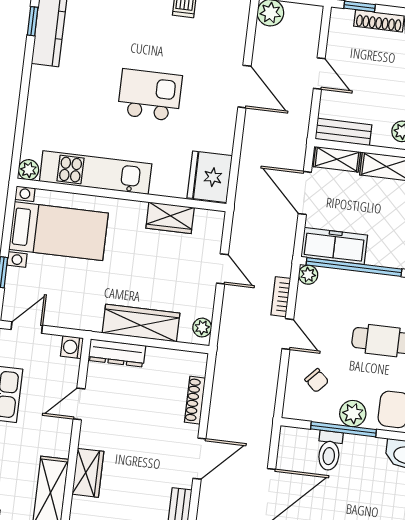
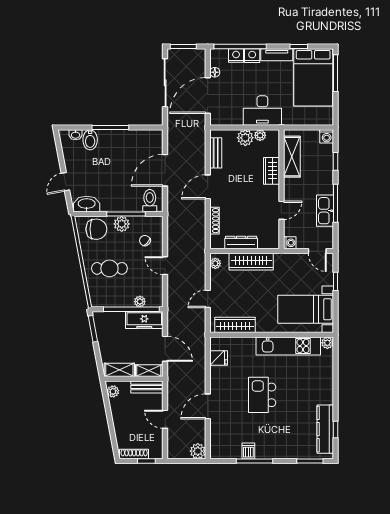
door: (244, 87) -> (208, 406), hinge flipped
kitchen island: (150, 95) -> (262, 395), turned 90
fridge: (210, 177) -> (219, 358), width x0.53, depth x0.75
wardrobe: (170, 218) -> (235, 325), width x1.50
door: (222, 269) -> (208, 299), hinge flipped
plant: (308, 275) -> (140, 302), moved
bookcase: (281, 297) -> (172, 287), removed
door: (27, 327) -> (317, 251), hinge flipped
dresser: (117, 353) -> (241, 243), moved
toilet: (329, 451) -> (150, 201), moved

